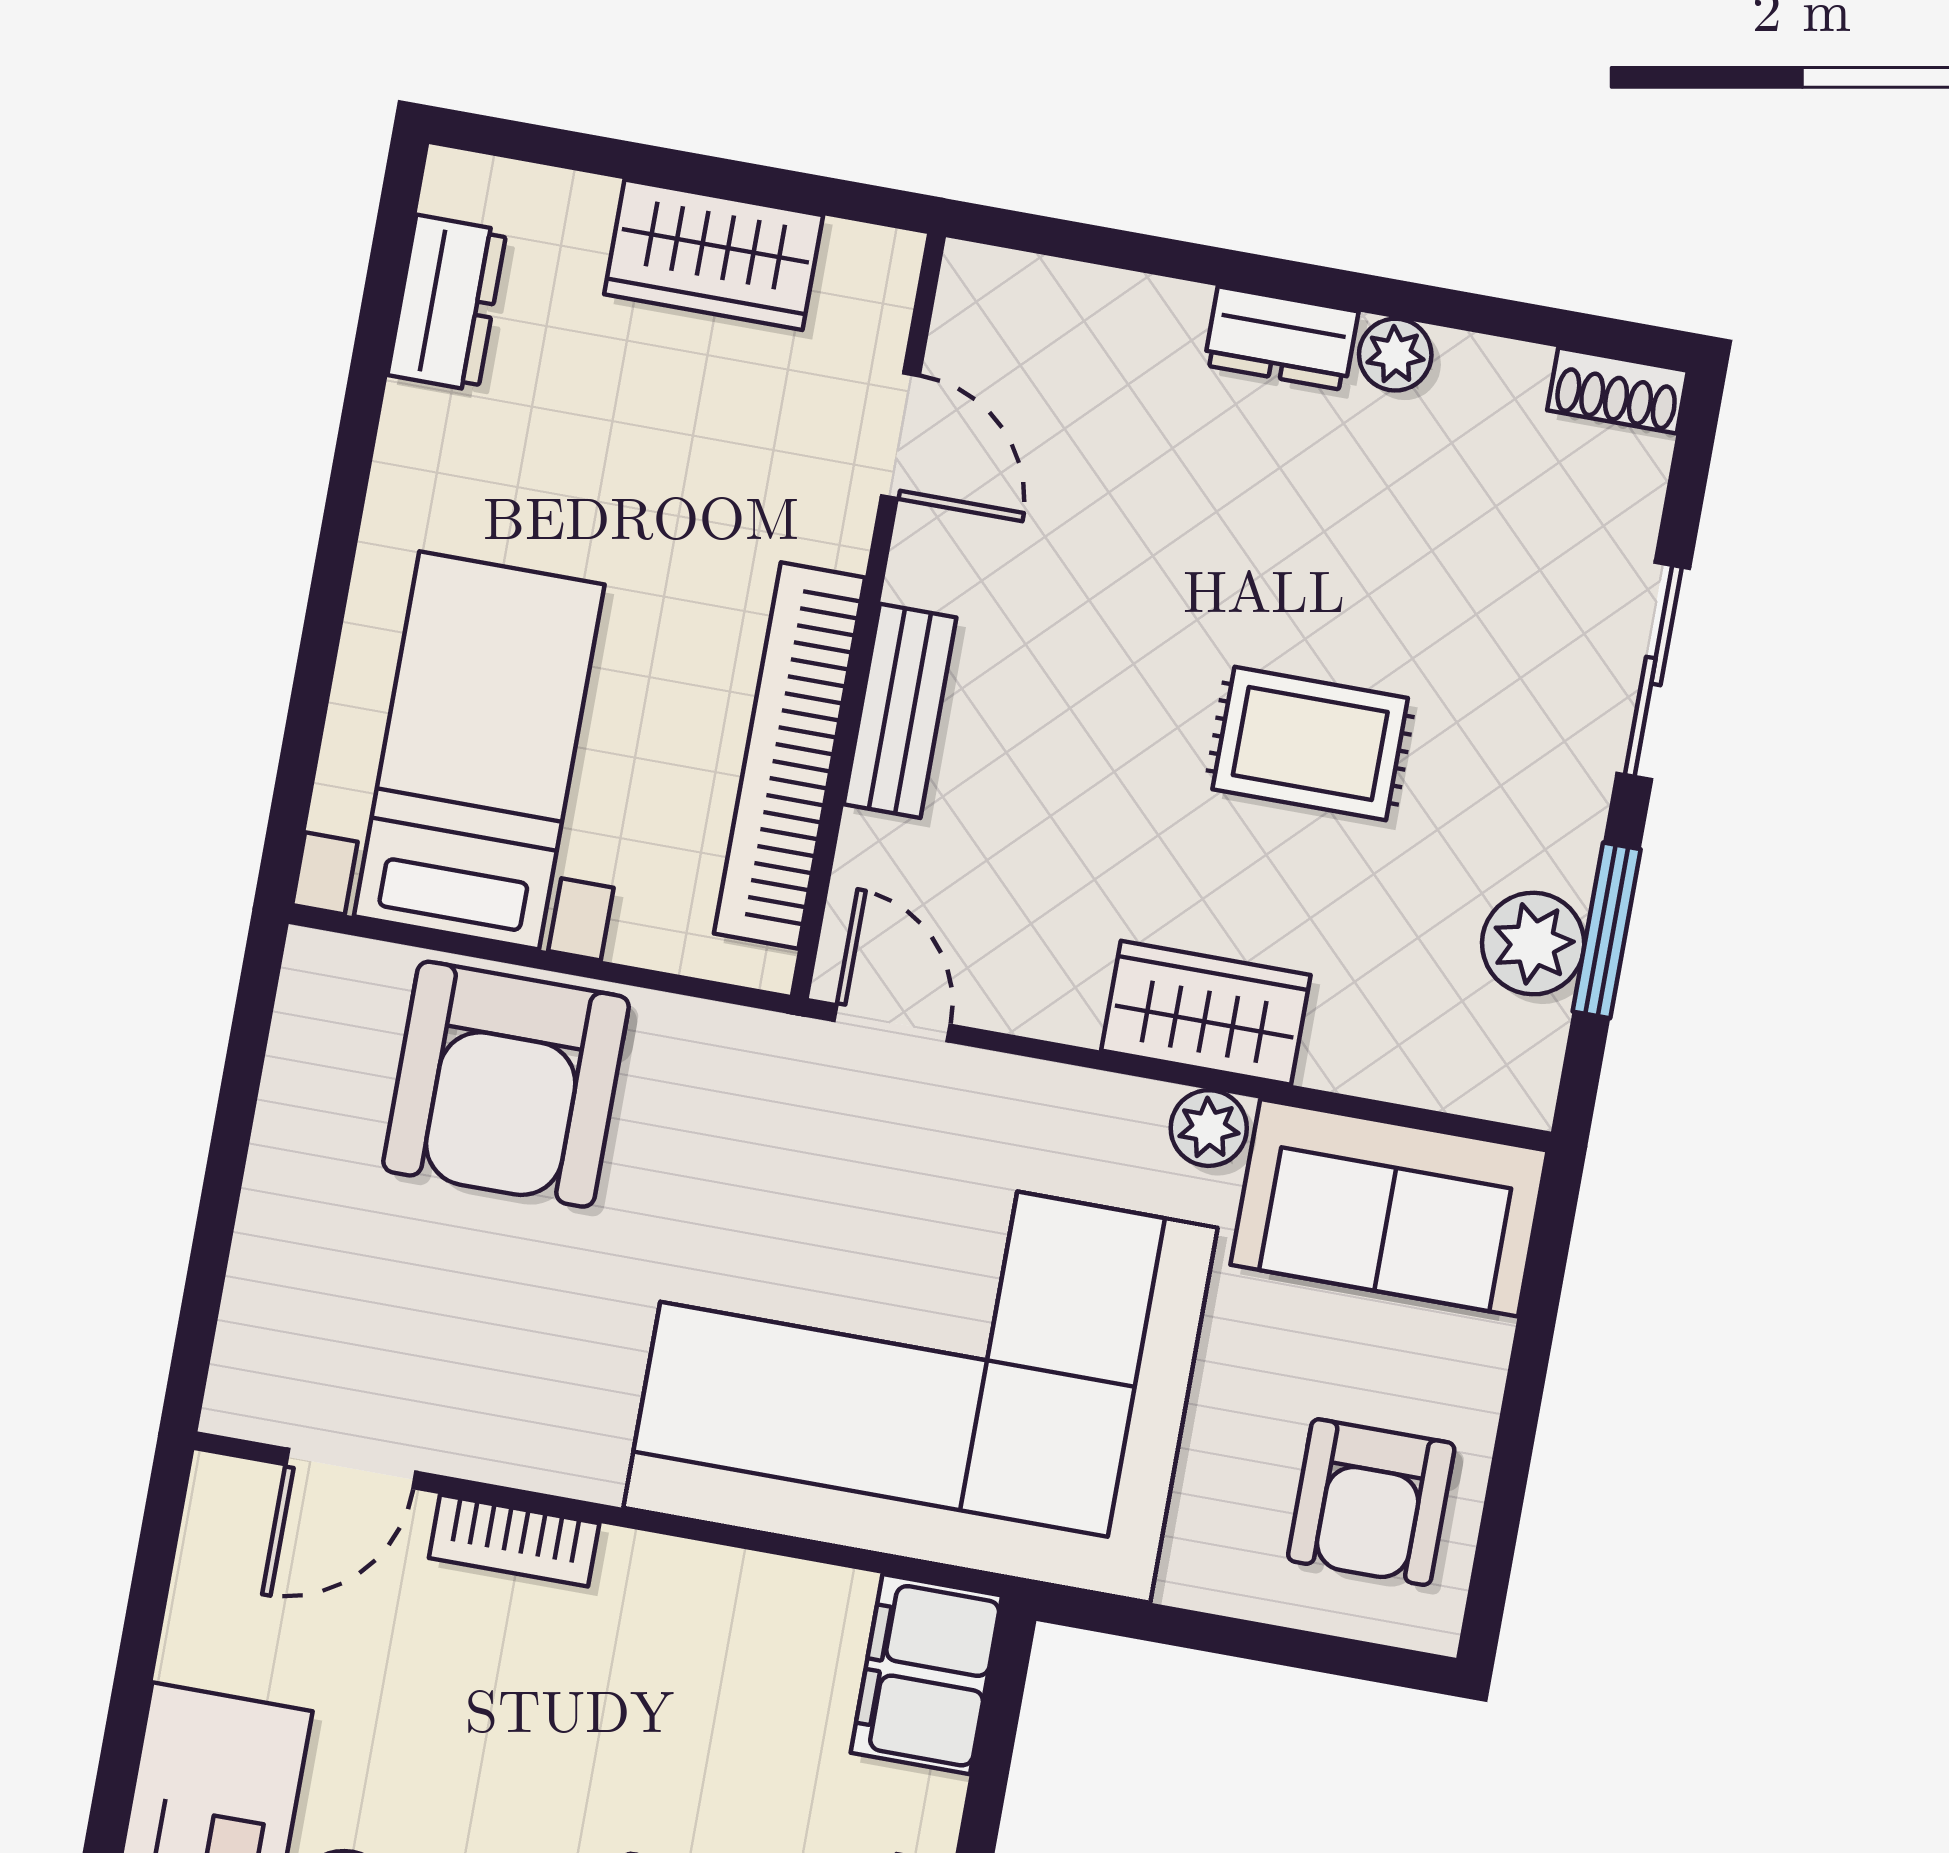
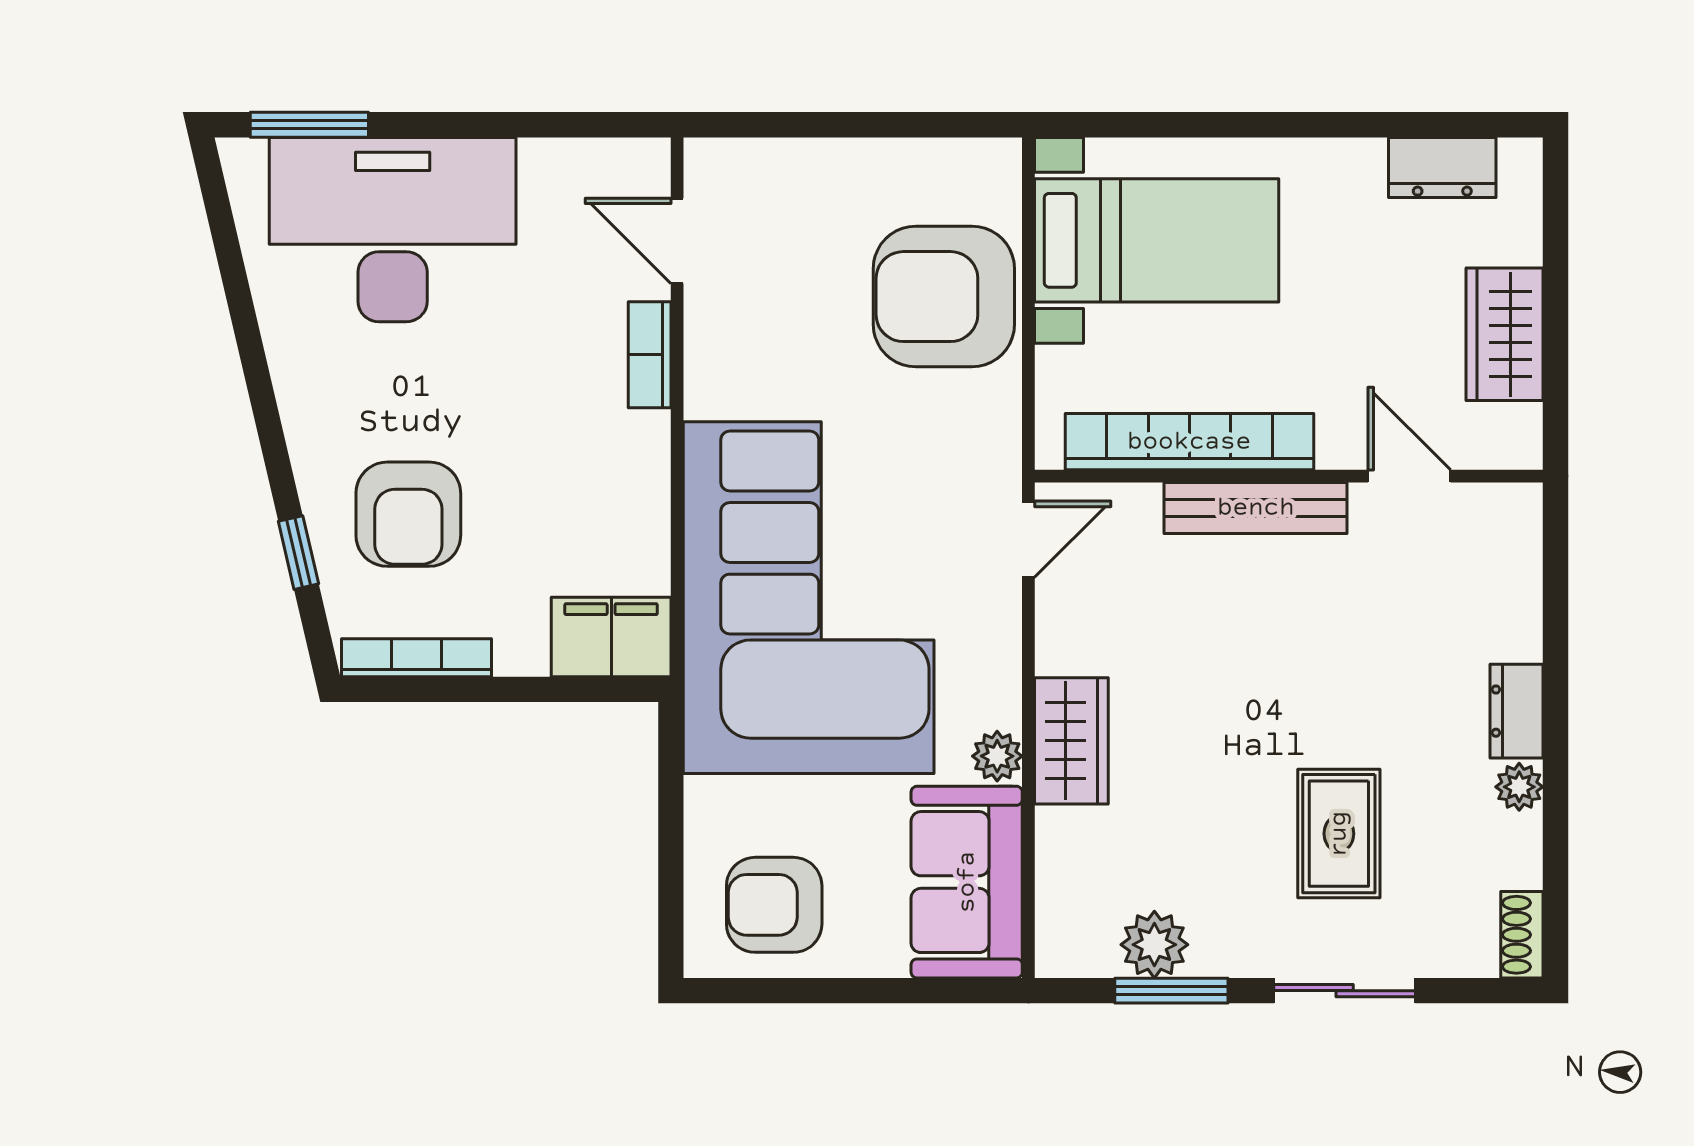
door: (900, 436) -> (1409, 476), swing flipped
bench: (900, 711) -> (1256, 508), width x1.36
rug: (1310, 744) -> (1339, 834), moved

